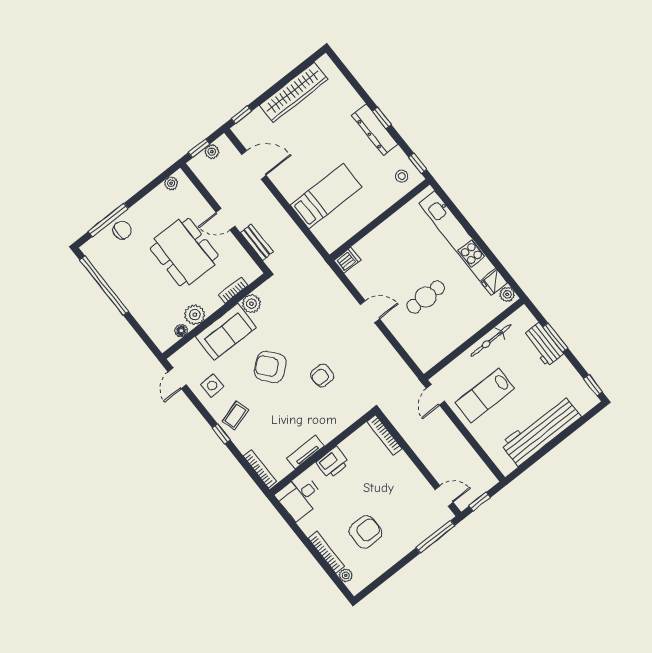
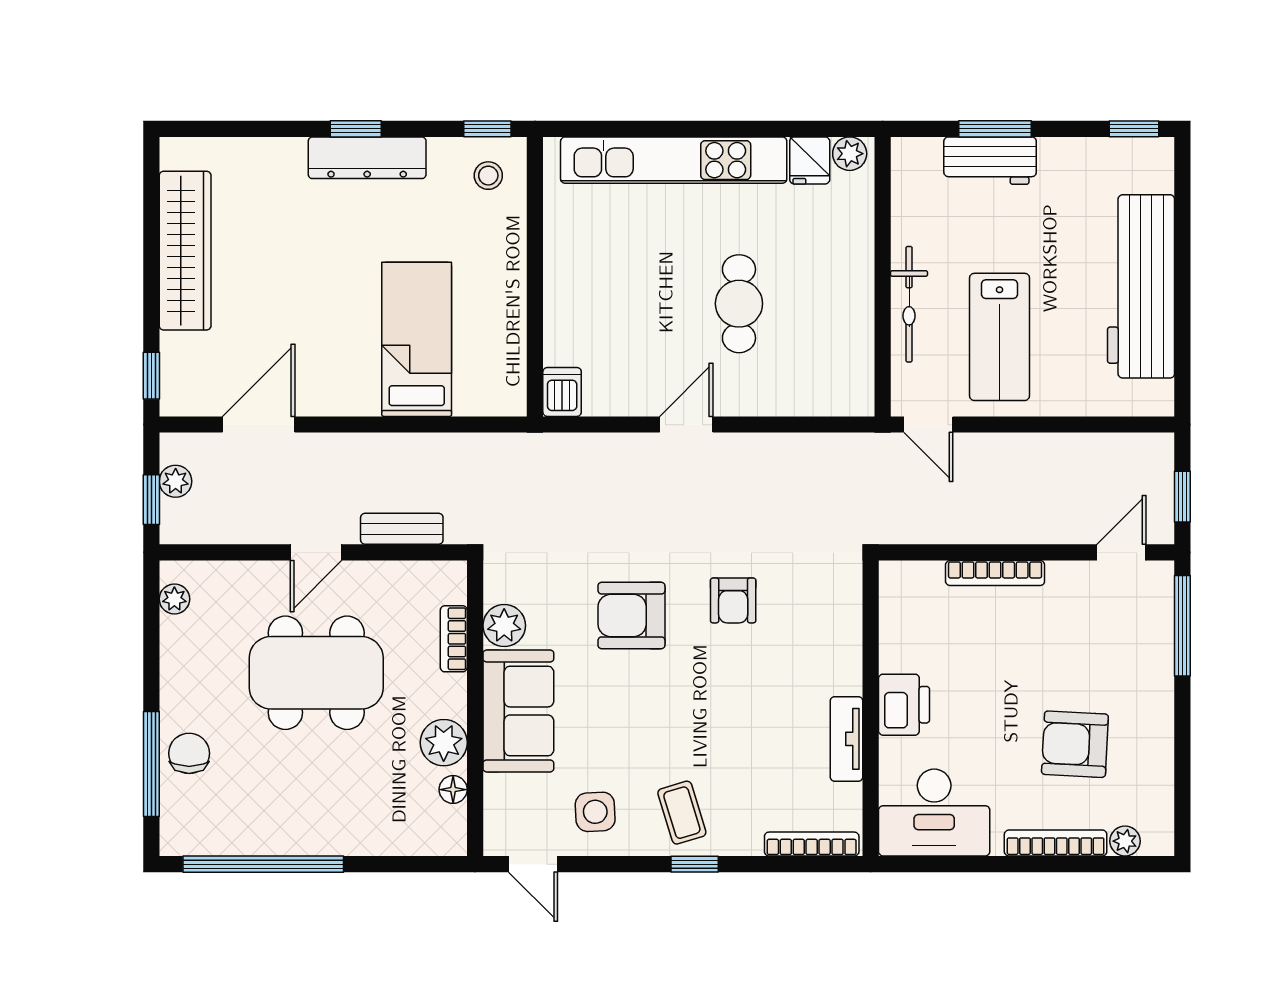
bicycle: (491, 340) -> (909, 304), moved
armchair: (270, 367) -> (631, 615), moved, turned 39
bookcase: (384, 435) -> (995, 573), moved
desk: (300, 497) -> (934, 813), width x1.37
armchair: (365, 532) -> (1075, 744), turned -87

